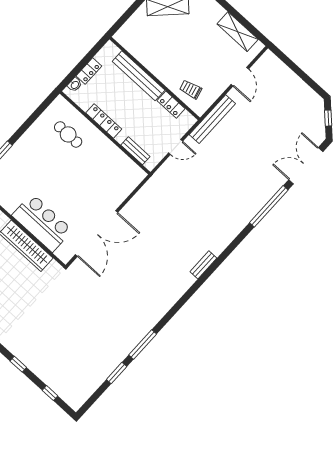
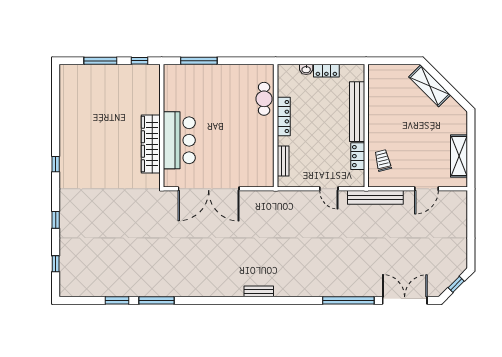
locker: (104, 121) -> (284, 117), moved
wall: (105, 133) -> (276, 126), moved
bench: (135, 151) -> (283, 161), moved

